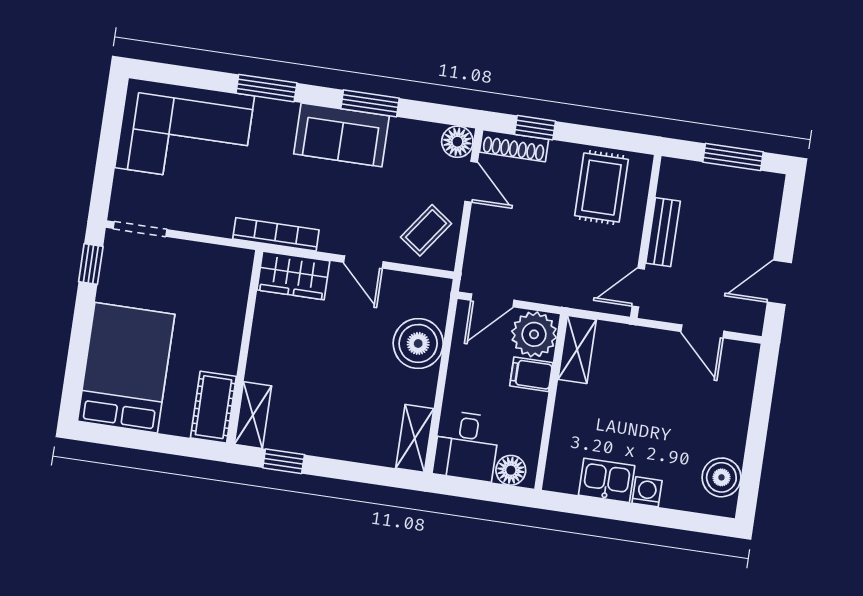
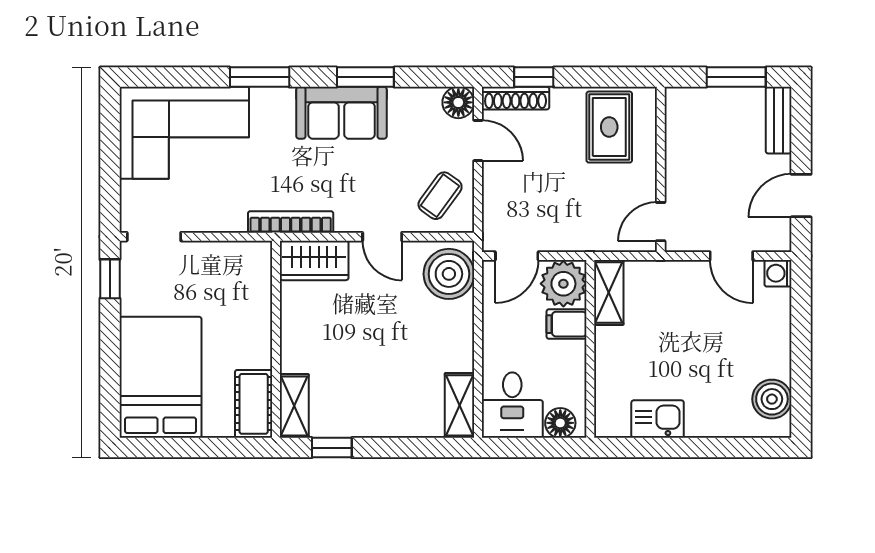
bench: (663, 232) -> (779, 120), moved
boiler: (418, 343) -> (449, 274), moved
washing machine: (647, 492) -> (778, 273), moved, turned -90

